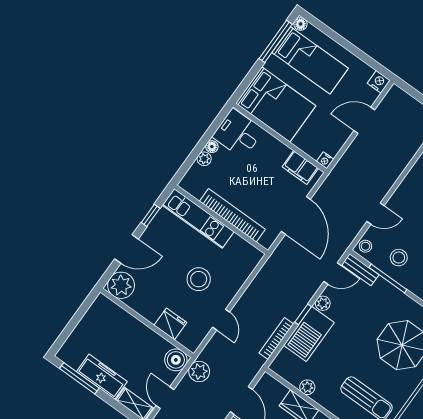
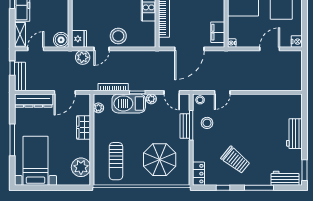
door: (364, 120) -> (270, 49), hinge flipped
door: (376, 214) -> (222, 92), hinge flipped
bench: (360, 270) -> (185, 126), moved
stool: (199, 279) -> (118, 36), moved
fridge: (170, 324) -> (79, 39), moved
plant: (199, 372) -> (83, 57), moved
plant: (307, 387) -> (98, 108), moved

